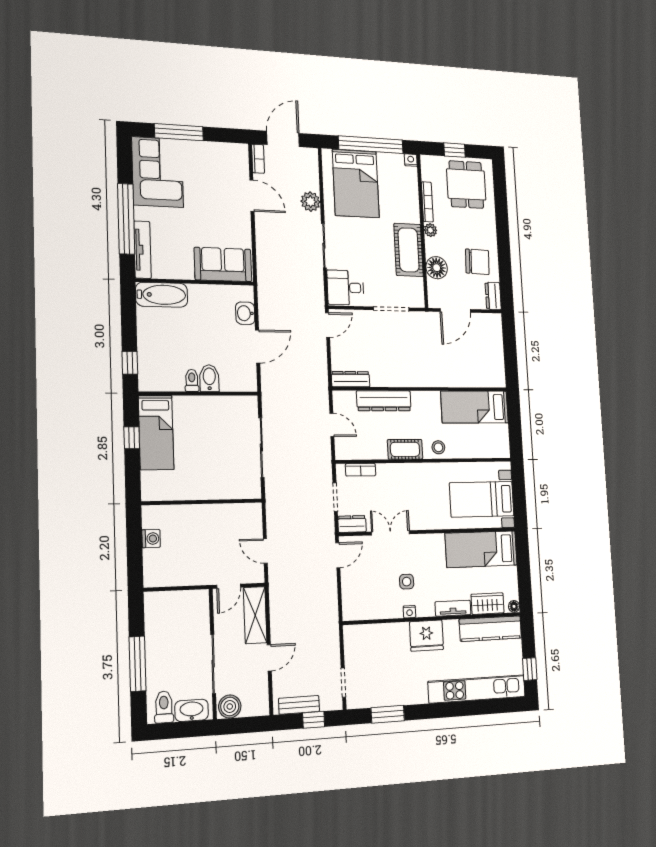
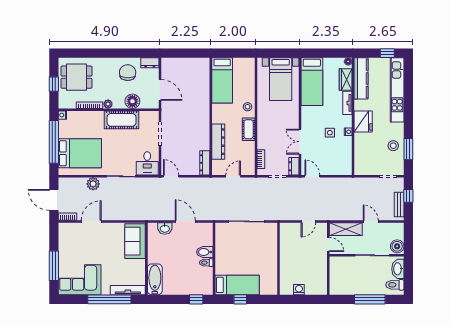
stool: (392, 688) -> (393, 146), added

